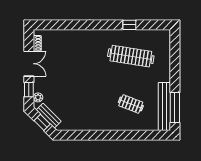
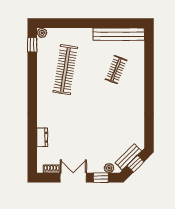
window: (129, 25) -> (32, 45), moved
dresser: (67, 34) -> (42, 137), added
plant: (166, 34) -> (42, 33), added
window: (175, 107) -> (120, 23), removed

